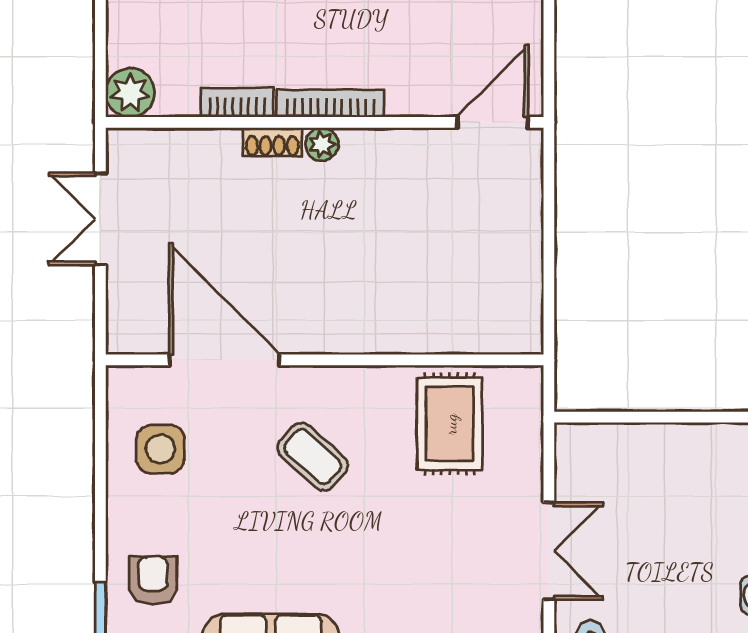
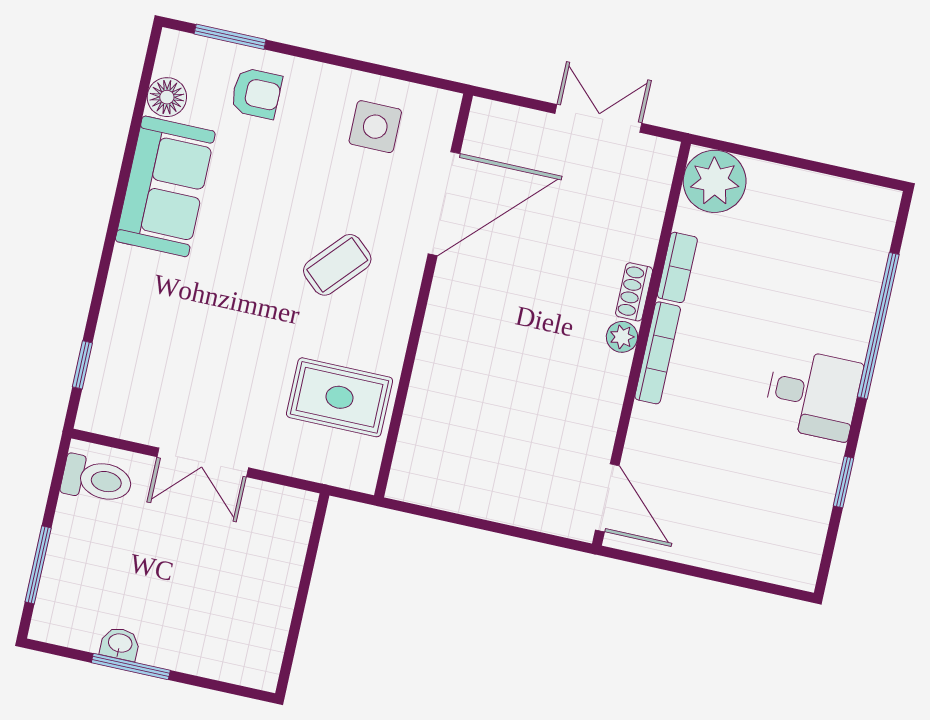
plant: (130, 93) -> (715, 181), width x1.36, depth x1.36

